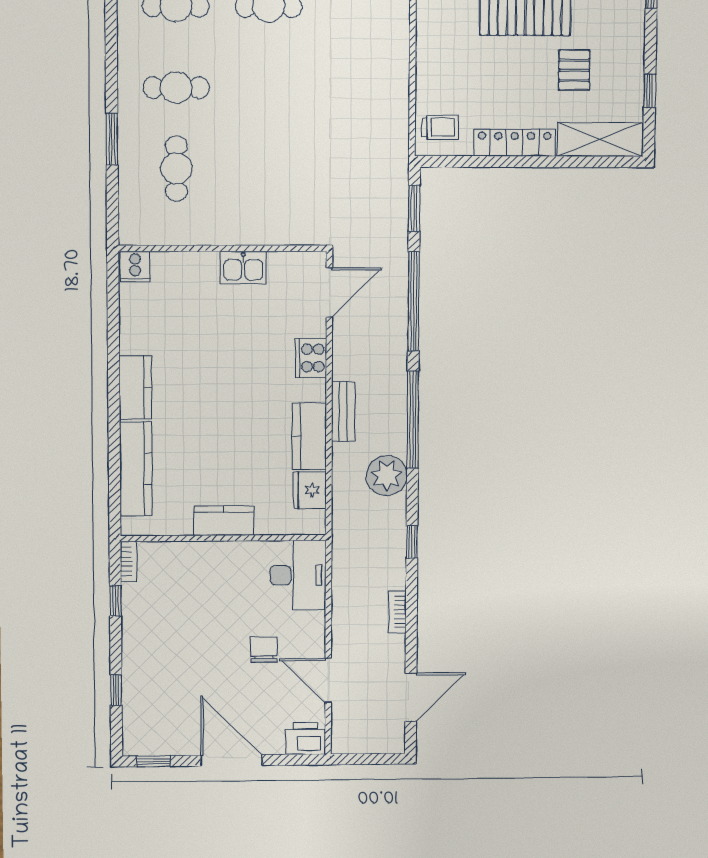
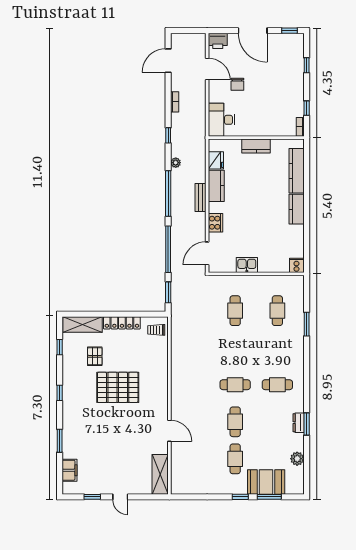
cafe table: (176, 88) -> (235, 311), moved, turned 90
plant: (387, 476) -> (176, 163), width x0.53, depth x0.53

